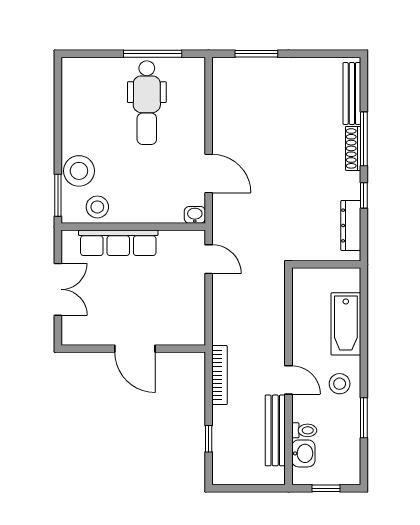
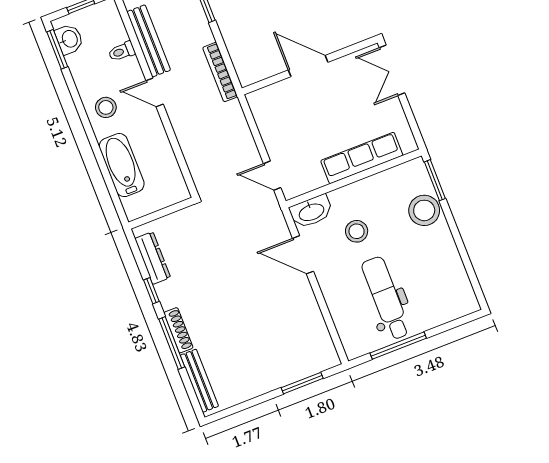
stool: (97, 207) -> (357, 231), moved
washbasin: (195, 215) -> (311, 212), width x1.91, depth x1.45
double door: (58, 289) -> (392, 70), moved
window: (364, 418) -> (57, 49), moved
washbasin: (303, 453) -> (69, 39), moved, turned 180

